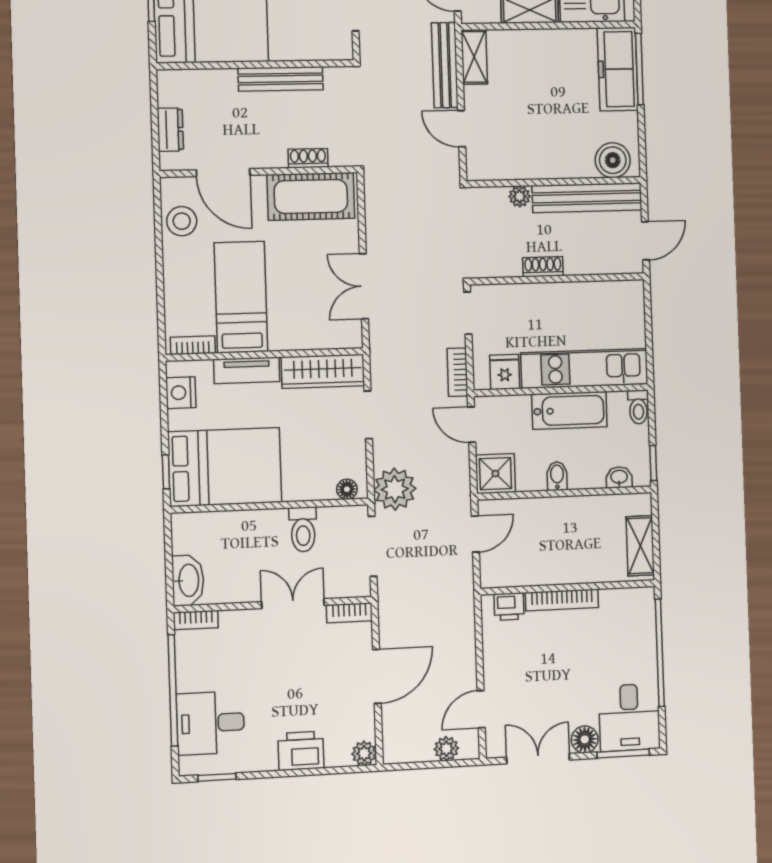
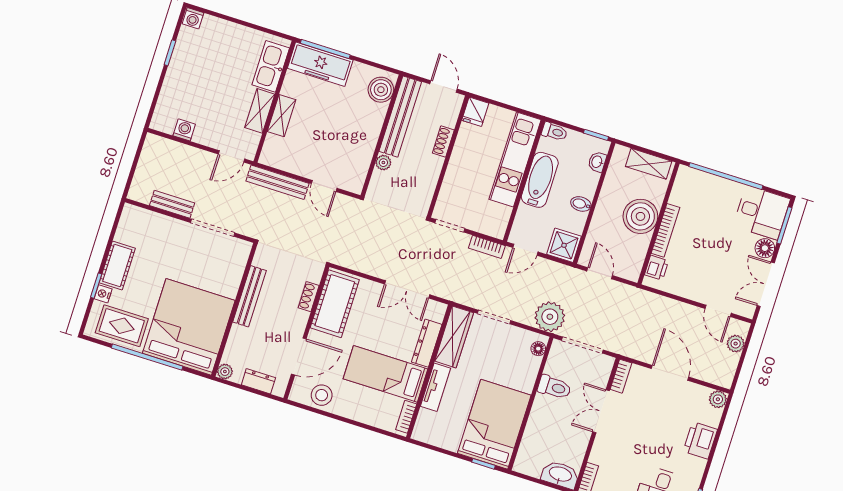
shelving: (474, 57) -> (282, 116), moved, turned 90
plant: (167, 80) -> (225, 372), added
door: (462, 129) -> (324, 186), hinge flipped
shoe rack: (543, 267) -> (443, 142), moved
dresser: (302, 338) -> (427, 343), added
fridge: (505, 372) -> (475, 112), moved, turned -90
nightstand: (181, 393) -> (435, 436), removed
boiler: (568, 560) -> (640, 216), added

